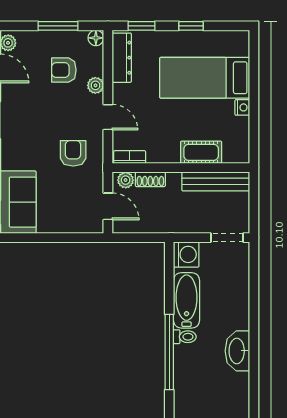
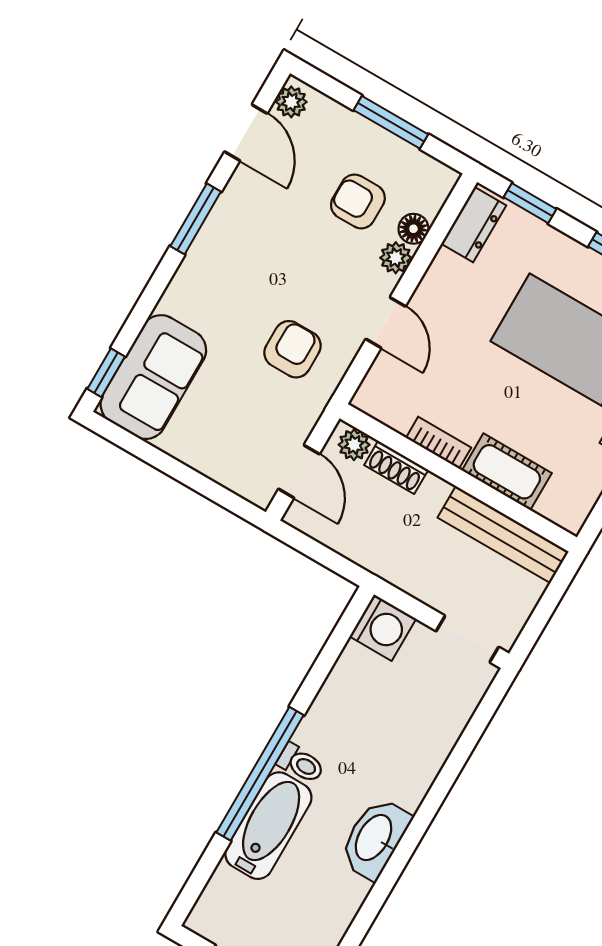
floor lamp: (96, 38) -> (413, 229), moved
dresser: (122, 58) -> (474, 225), width x0.70
bookcase: (130, 157) -> (439, 443), moved
bathtub: (187, 300) -> (268, 826), moved

